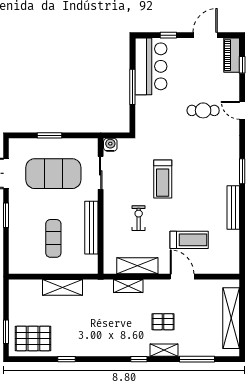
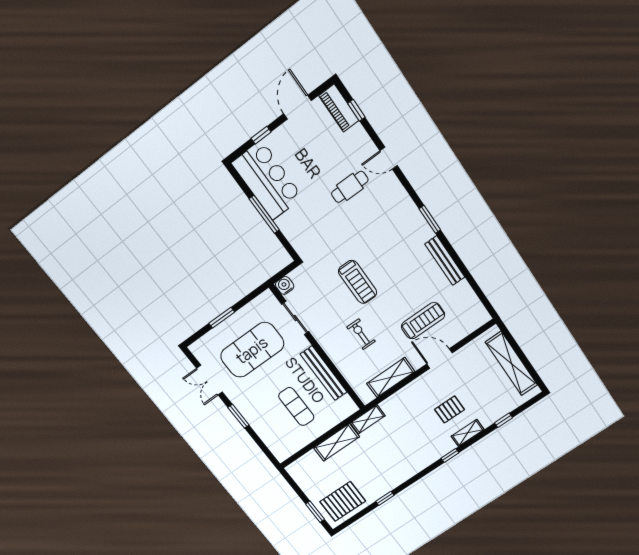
shelving: (128, 286) -> (368, 419), moved
window: (197, 359) -> (503, 420), width x0.46

